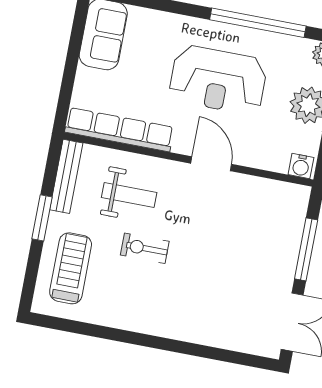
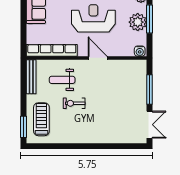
reception desk: (218, 80) -> (93, 18), turned 180
weight bench: (129, 195) -> (62, 80), turned 180
window: (42, 218) -> (24, 127), moved

